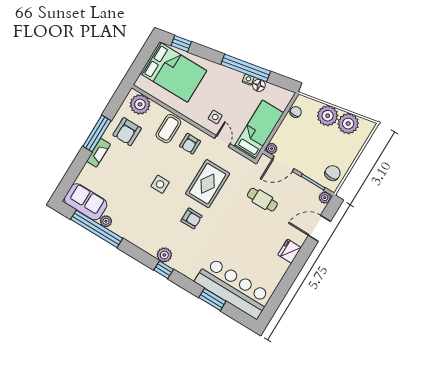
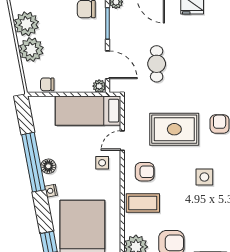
nightstand: (248, 80) -> (51, 191), moved
floor lamp: (259, 85) -> (48, 166), moved

